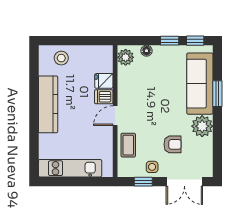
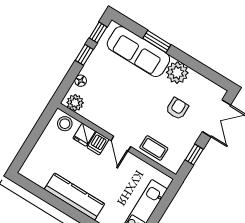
stool: (61, 58) -> (65, 124), moved
side table: (152, 167) -> (186, 139), removed

